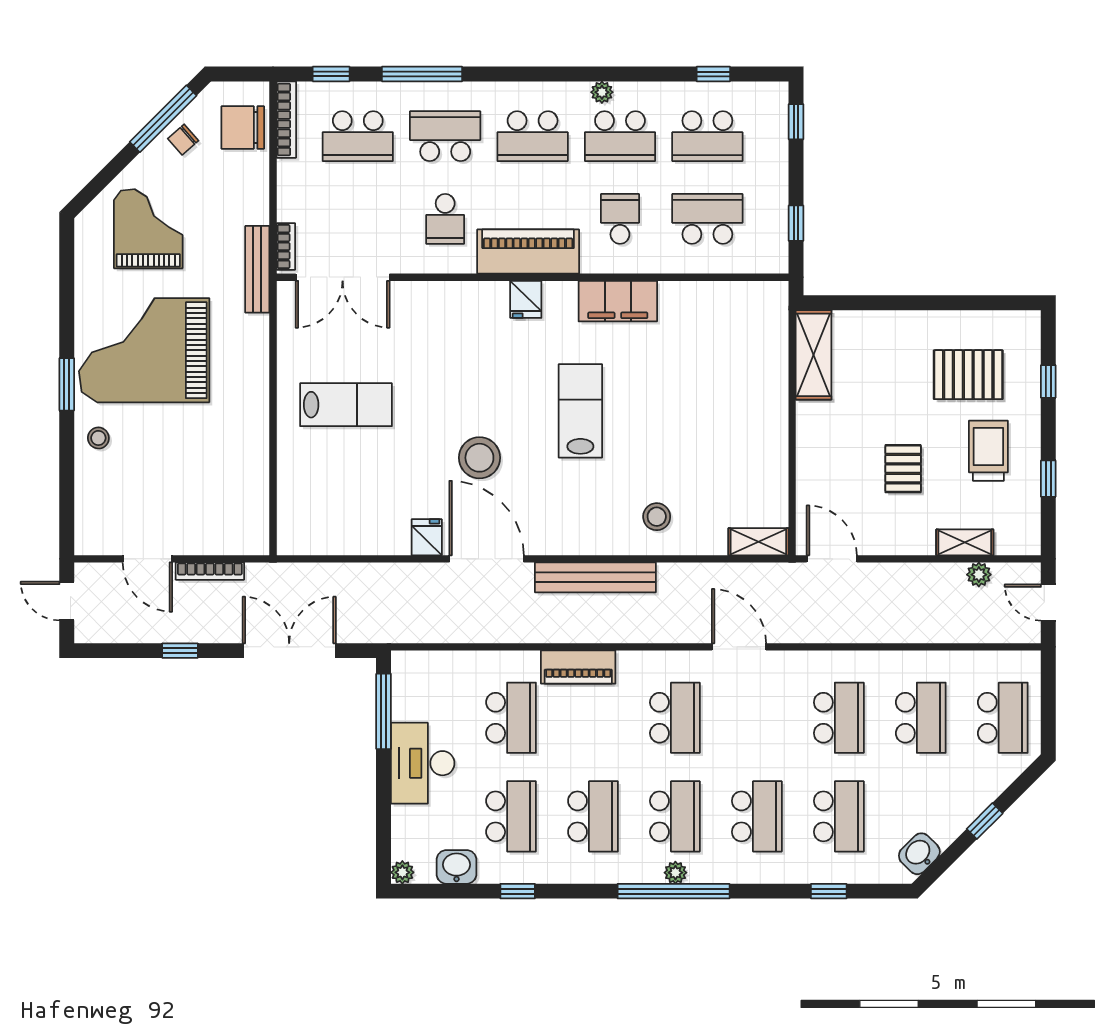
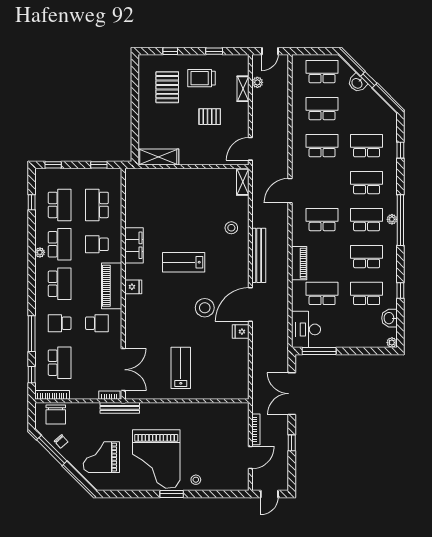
school desk: (445, 136) -> (60, 323), width x0.54
desk: (423, 763) -> (306, 329), moved, turned 90
washbasin: (919, 854) -> (357, 83), moved

